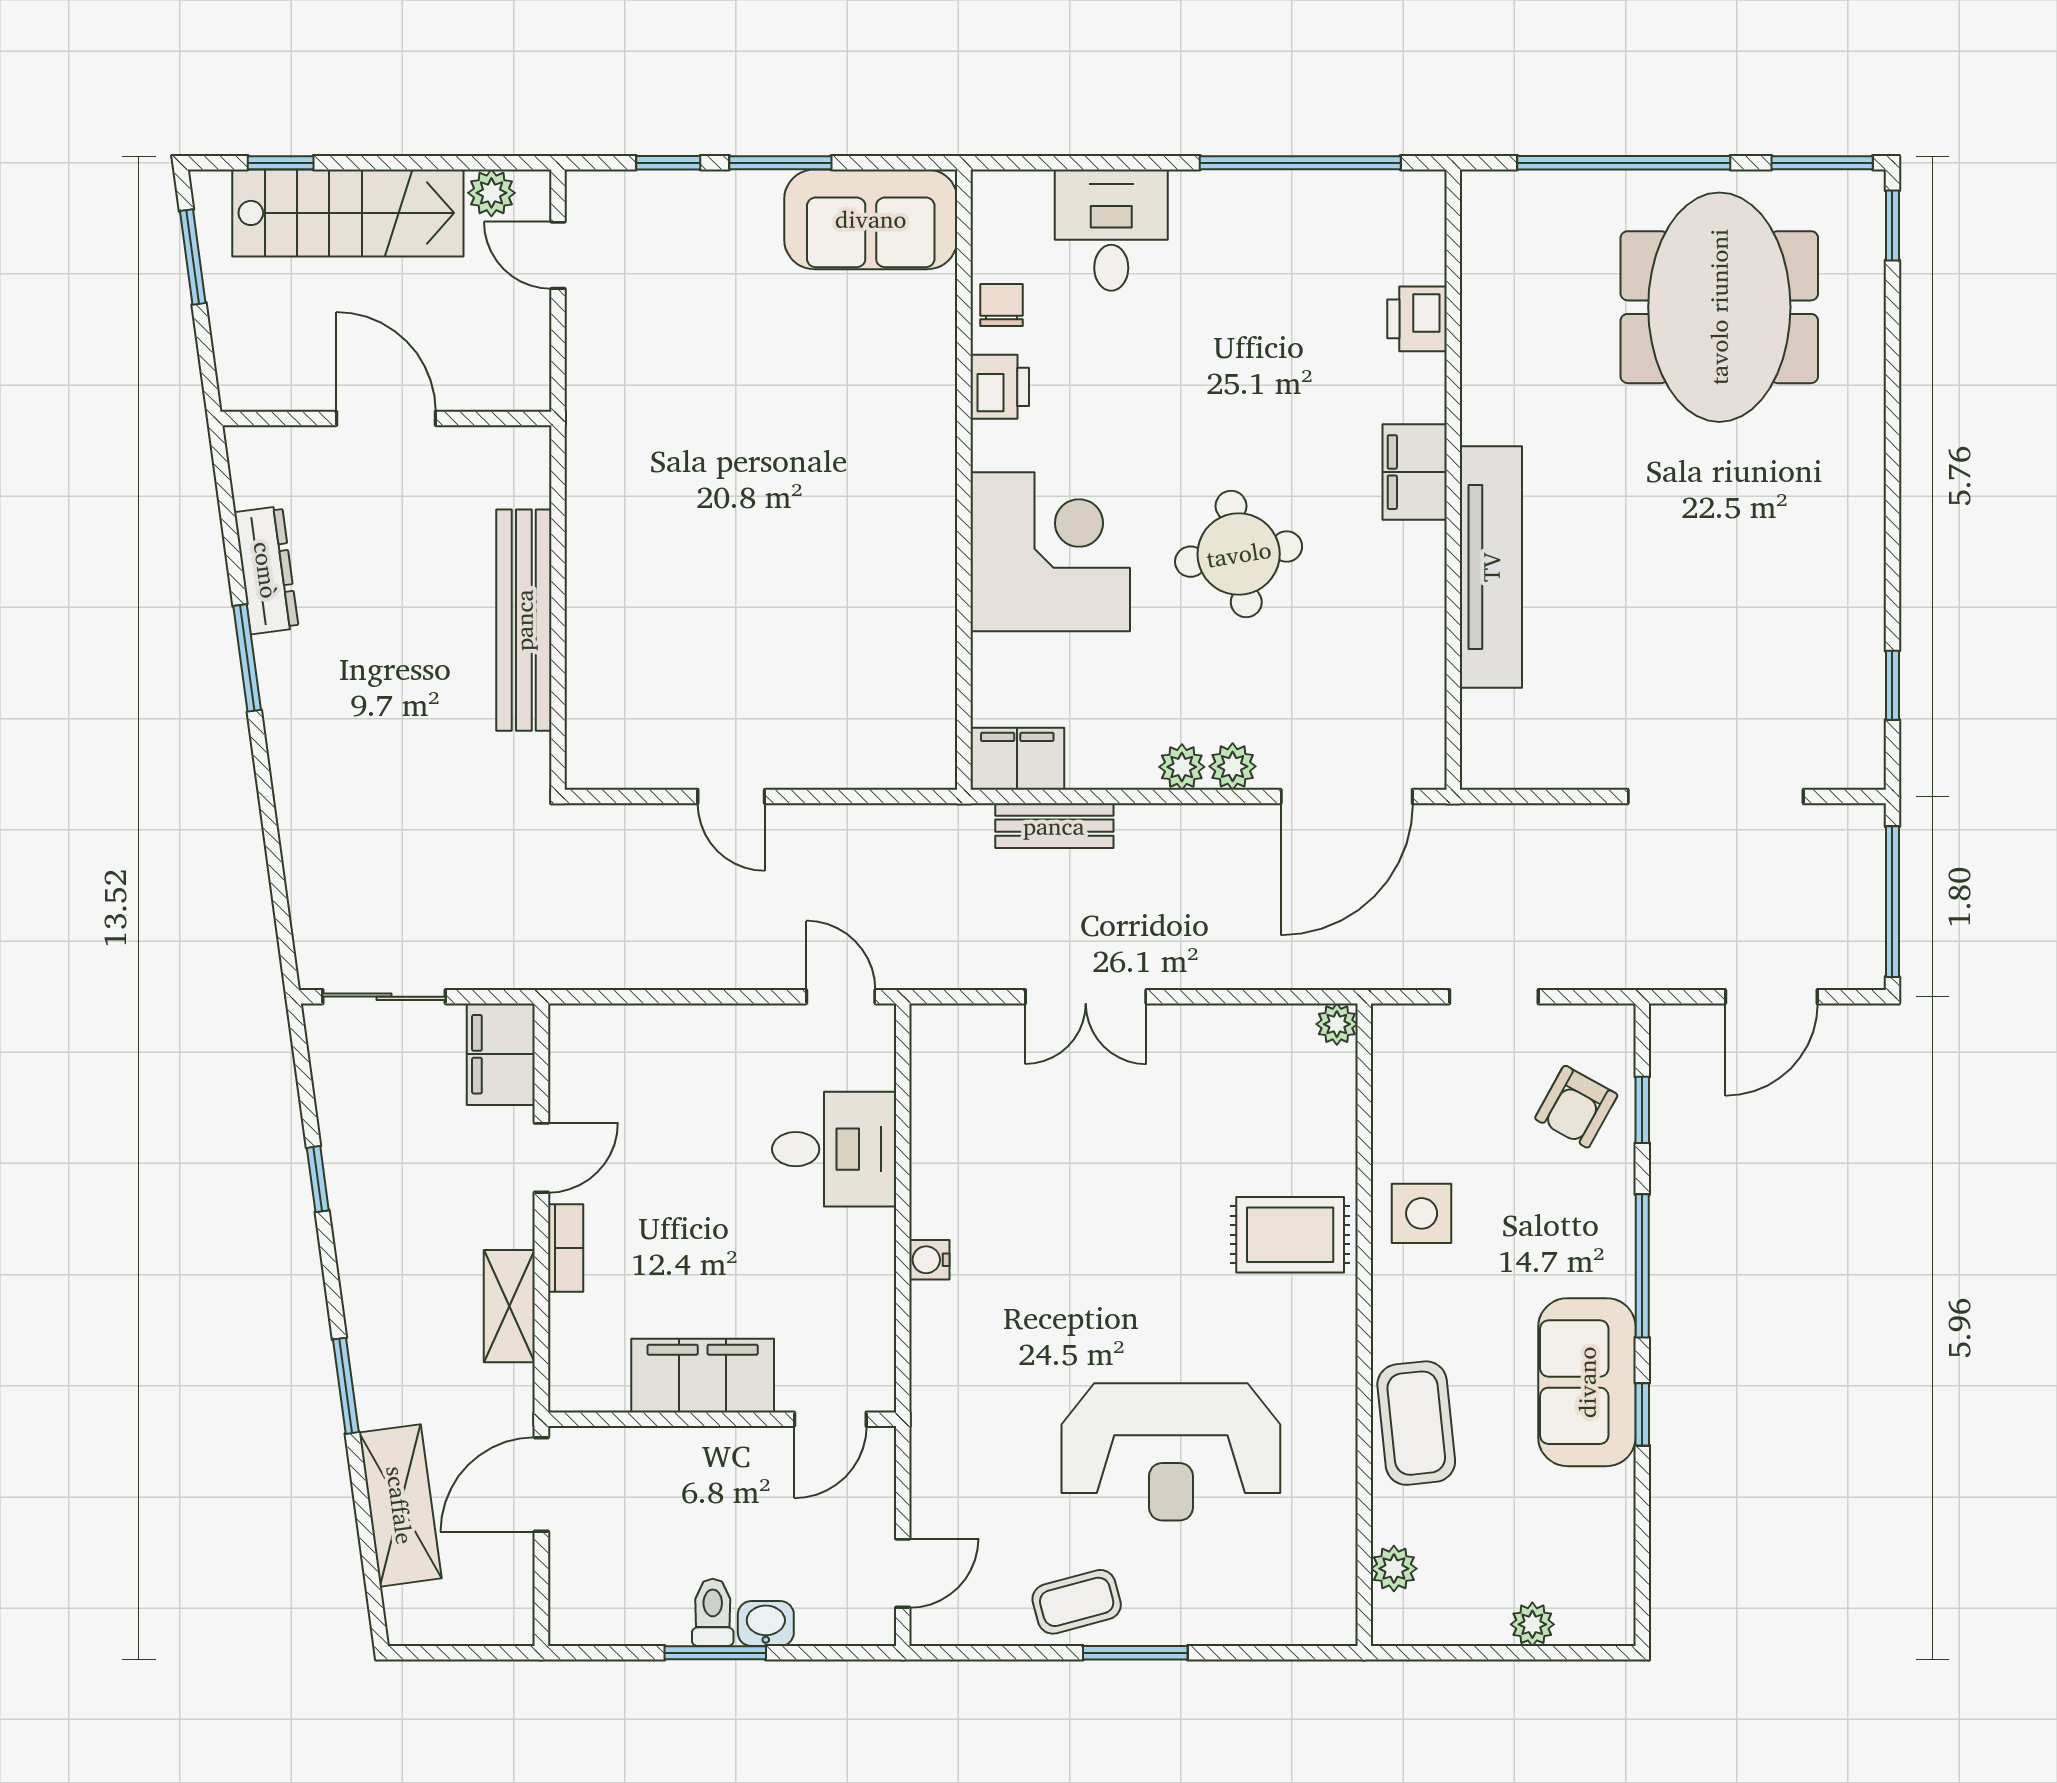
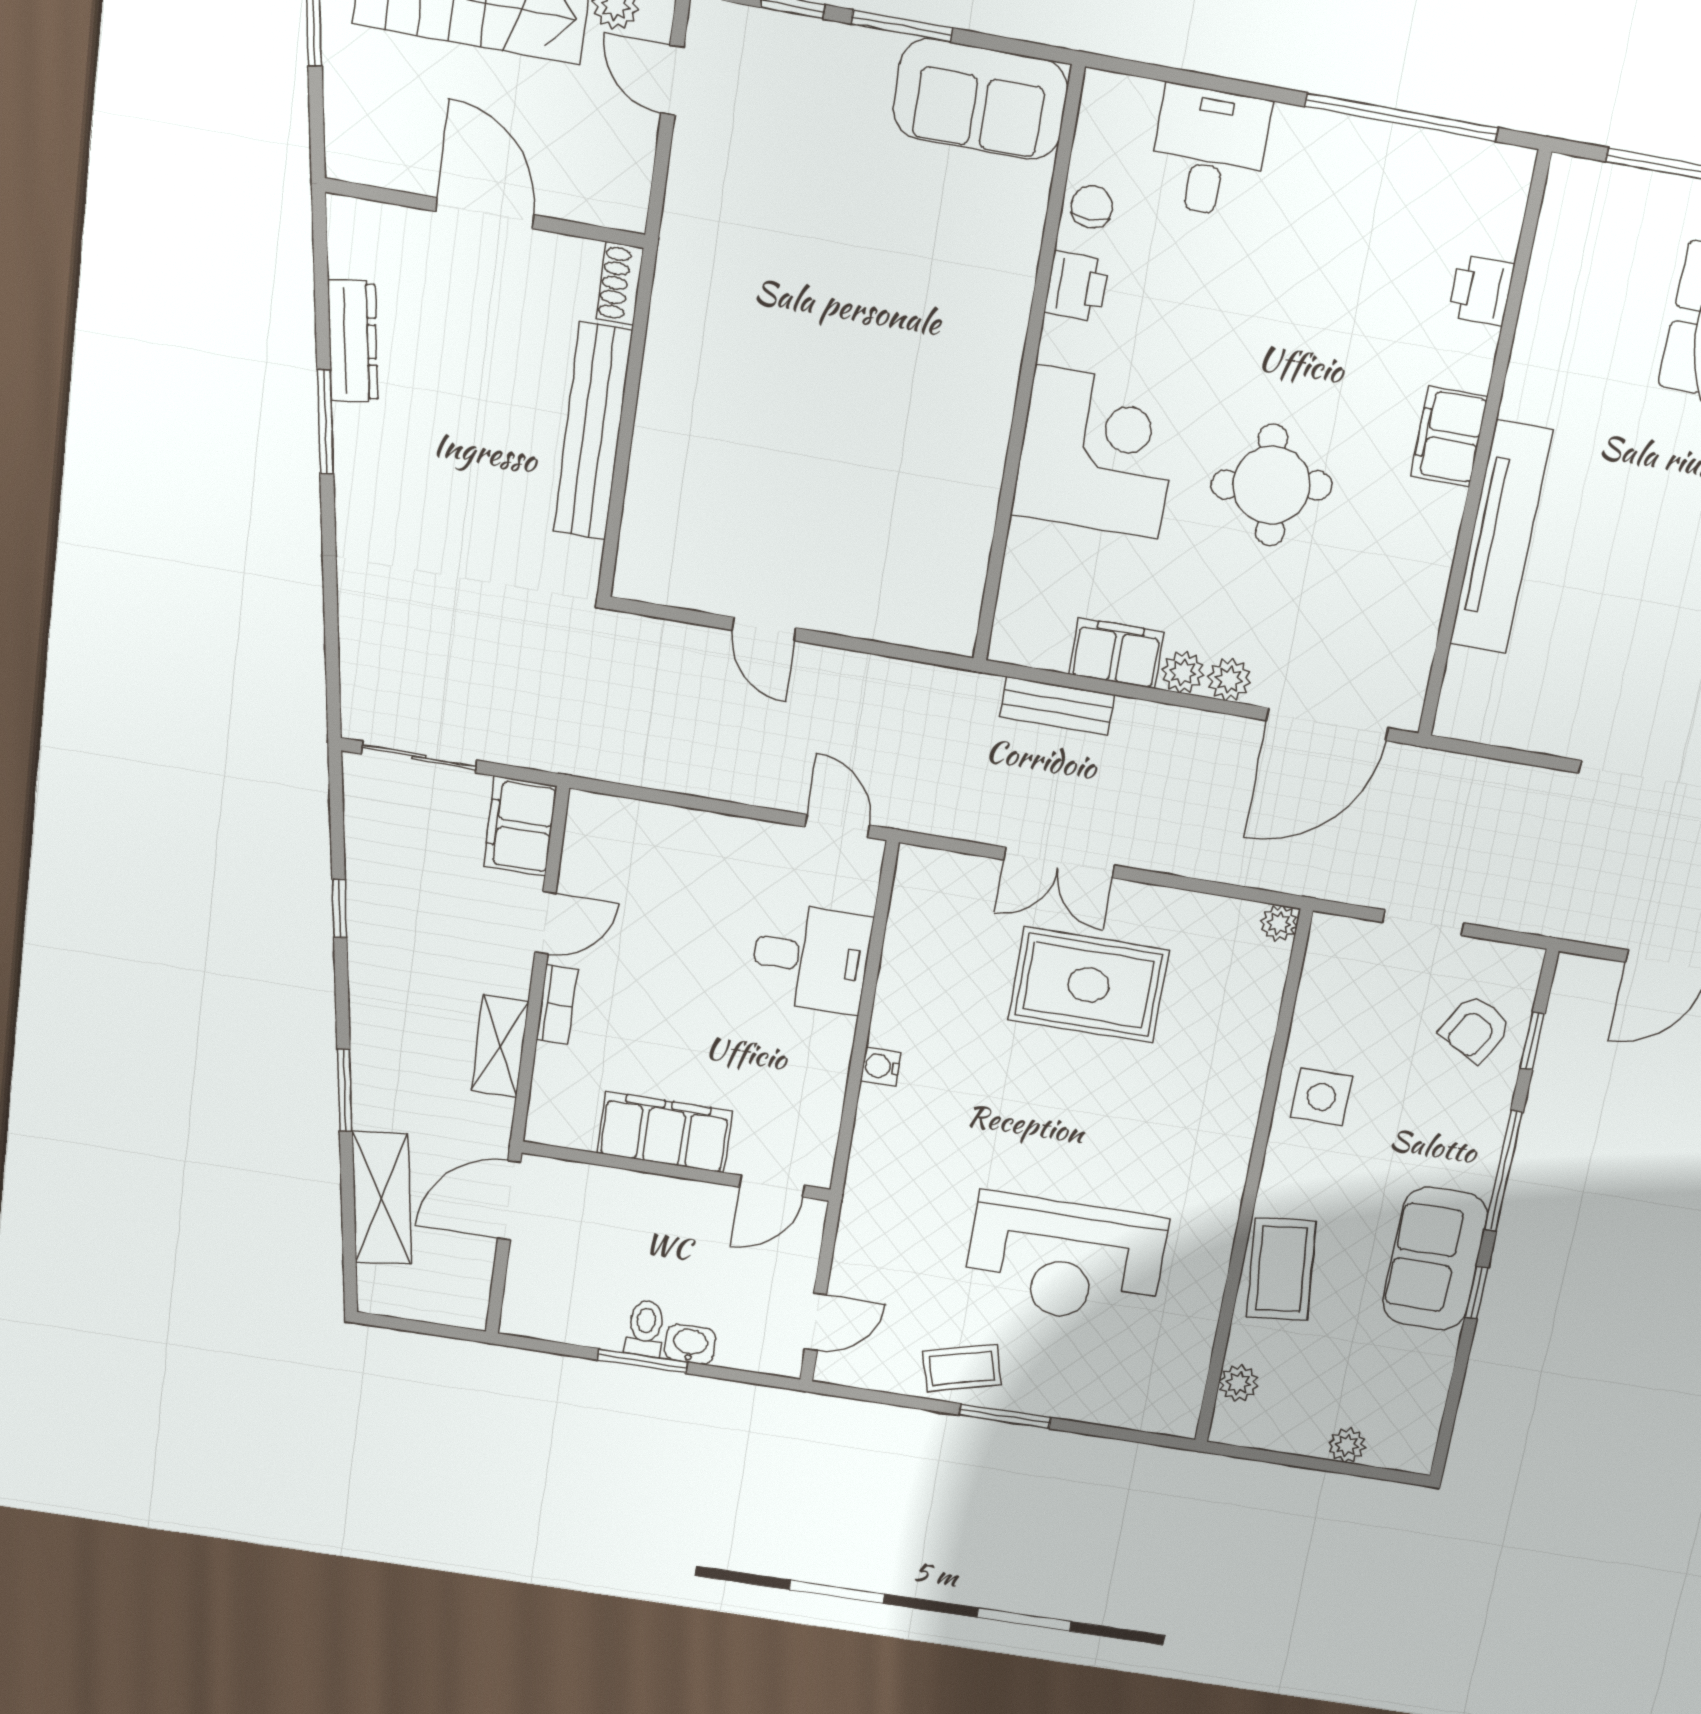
shoe rack: (532, 465) -> (620, 284), added
filing cabinet: (1017, 759) -> (1116, 653), moved
rug: (1290, 1235) -> (1088, 985), moved, width x1.36, depth x1.43

